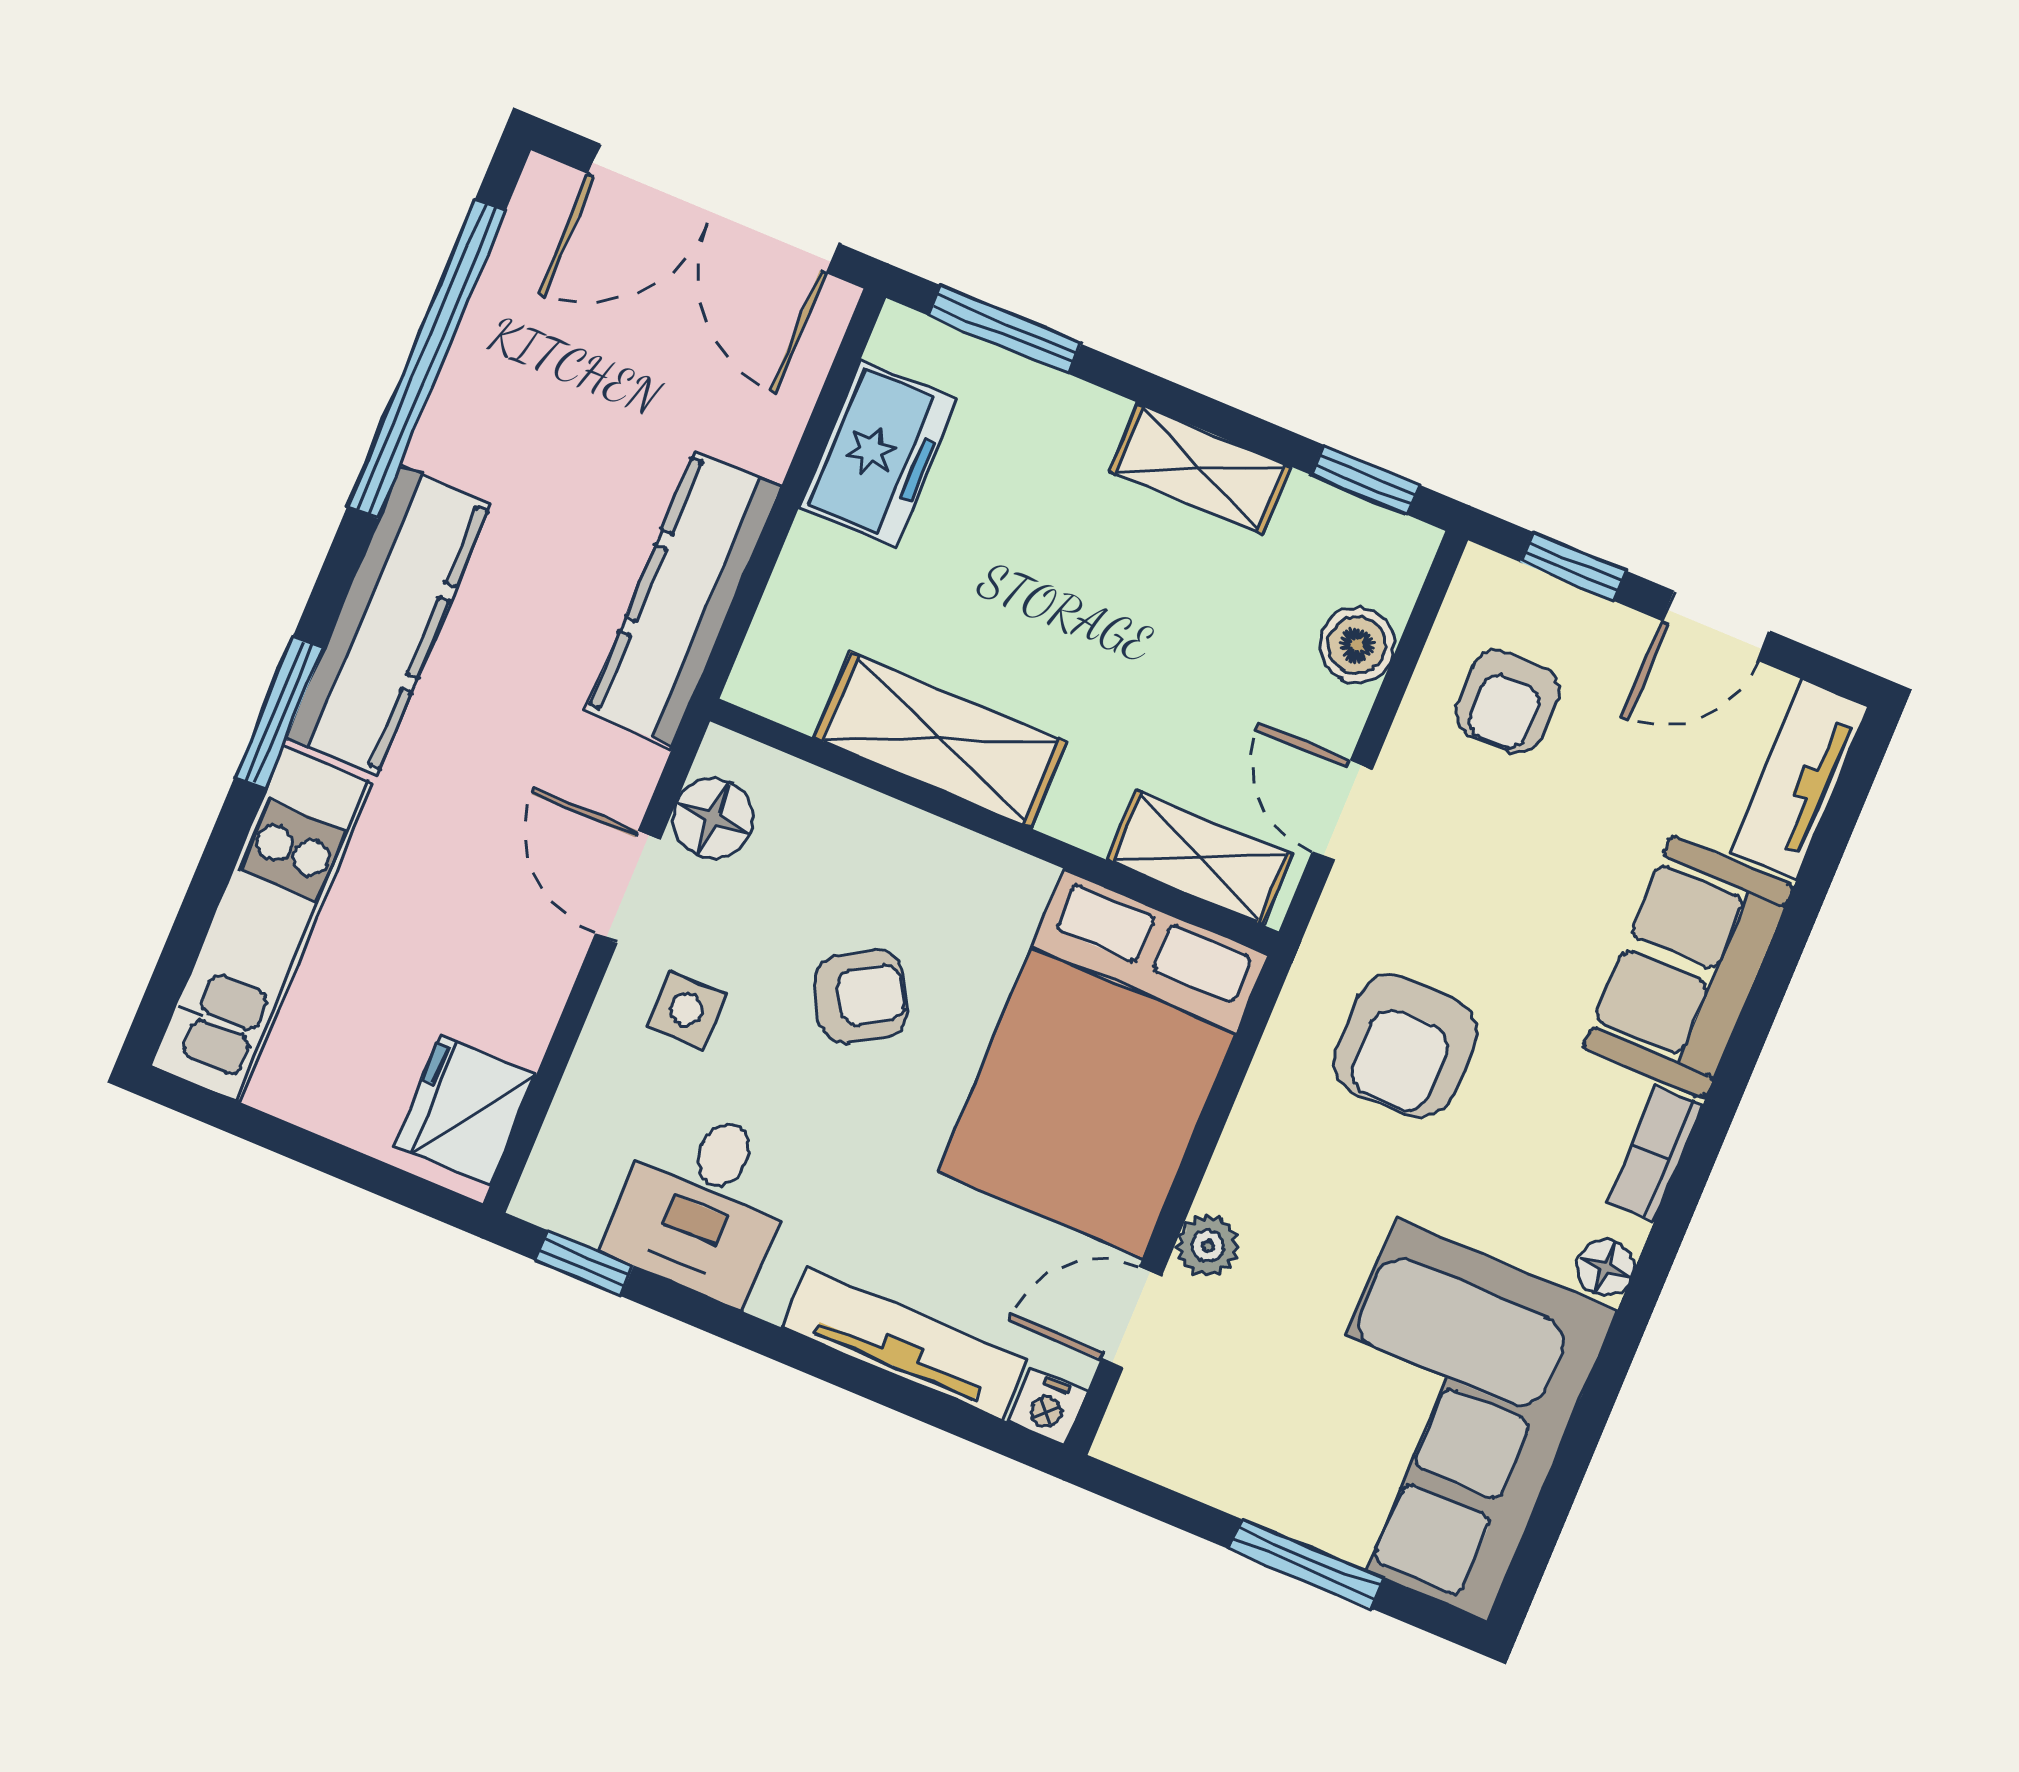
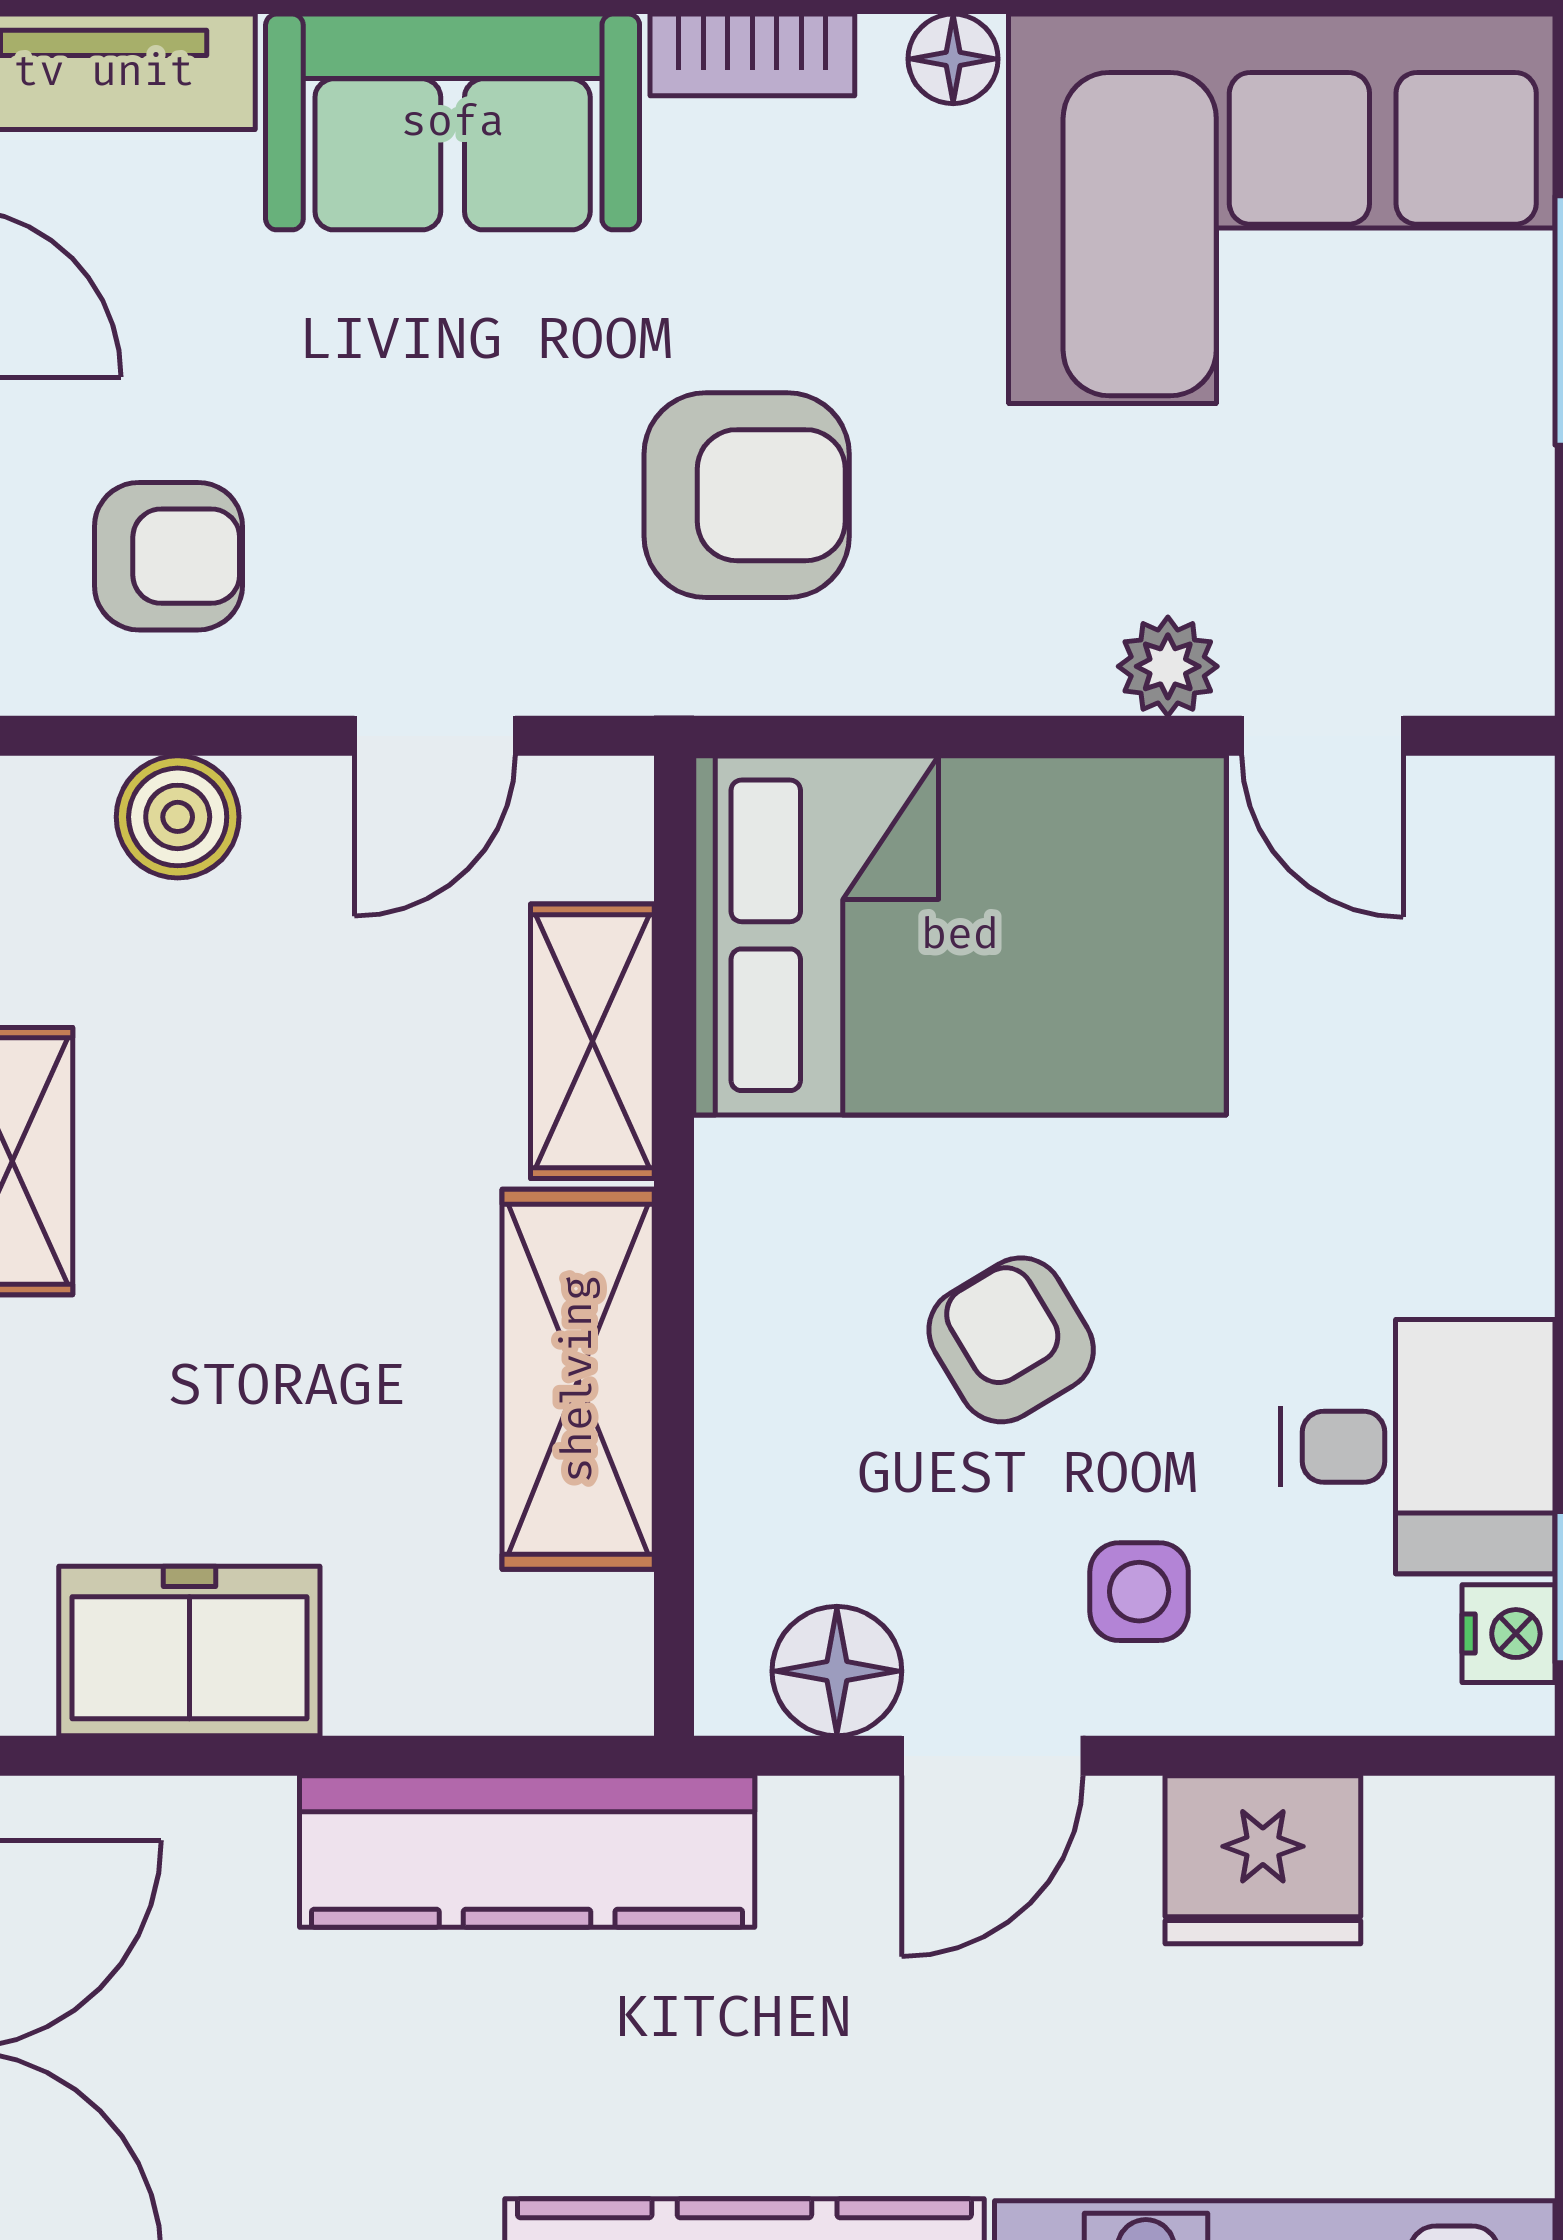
shelving: (1200, 857) -> (592, 1041), moved
fridge: (465, 1110) -> (1263, 1860), moved
tv unit: (904, 1343) -> (1502, 1059), removed
nightstand: (1048, 1407) -> (1509, 1634), moved

